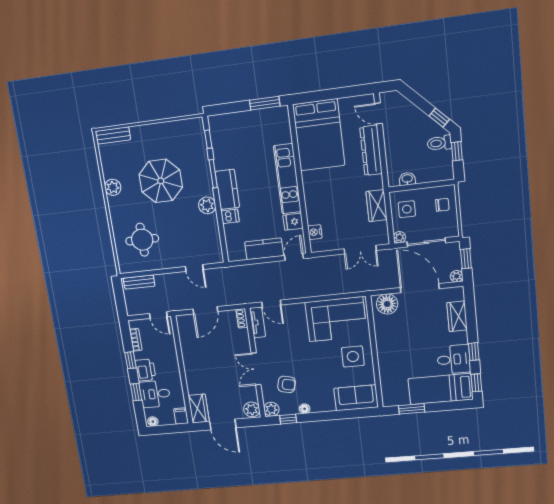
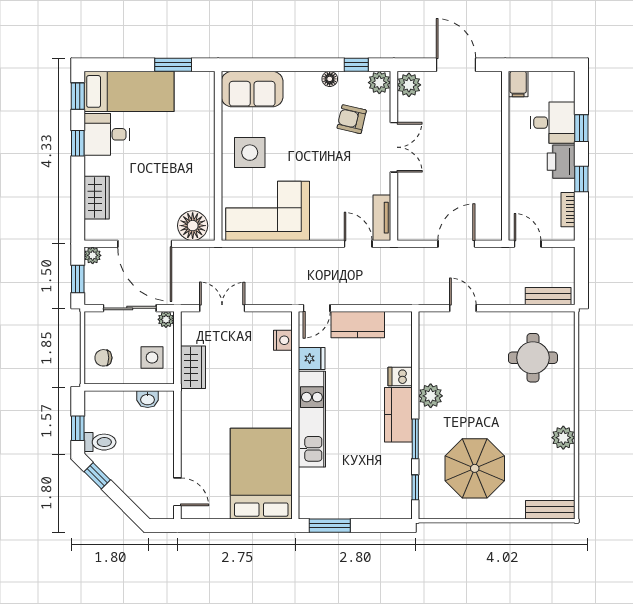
dresser: (371, 150) -> (192, 444), removed
parasol: (161, 181) -> (475, 468), moved
shoe rack: (242, 318) -> (404, 226), removed
wardrobe: (199, 409) -> (489, 94), removed
floor lamp: (153, 422) -> (563, 79), removed

